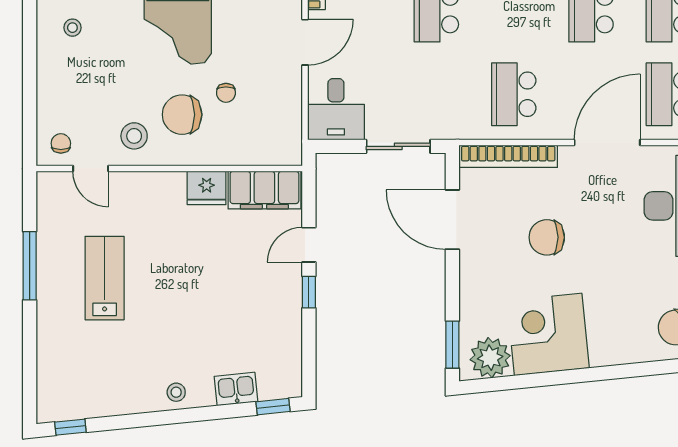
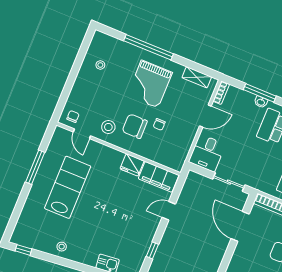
lab bench: (105, 278) -> (68, 187), width x1.36, depth x1.39
window: (309, 292) -> (152, 250), moved
stool: (176, 392) -> (62, 247), moved

